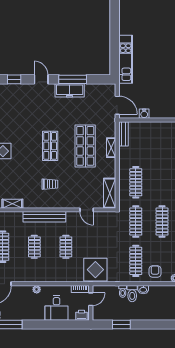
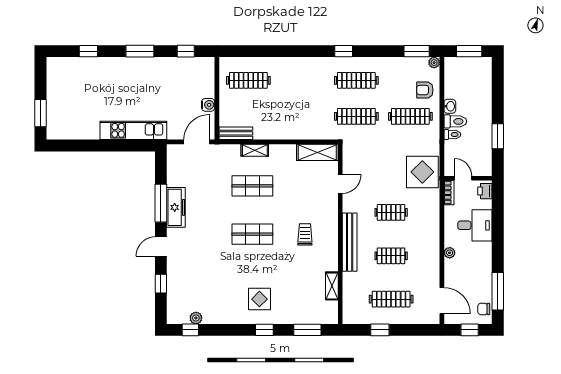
shop shelf: (85, 146) -> (252, 186), width x0.70, depth x0.74
clothes rail: (136, 182) -> (248, 80), moved

